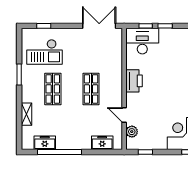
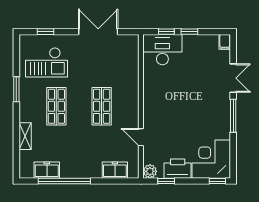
double door: (99, 26) -> (98, 32), moved
printer: (134, 81) -> (178, 169), moved, turned -90
plant: (132, 132) -> (150, 171), moved

